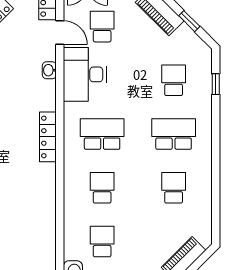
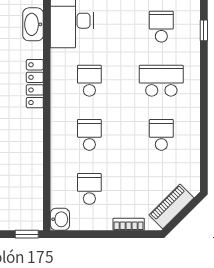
washbasin: (49, 70) -> (33, 24), width x1.91, depth x1.45
school desk: (102, 134) -> (89, 81), width x0.54

